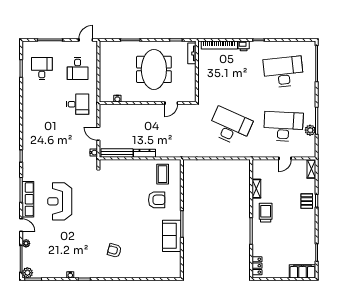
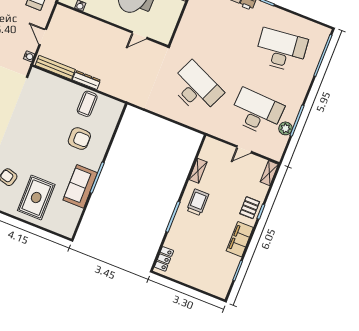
coffee table: (163, 174) -> (87, 104), moved
rug: (142, 258) -> (36, 198), added
filing cabinet: (302, 271) -> (240, 239), moved, turned -90

